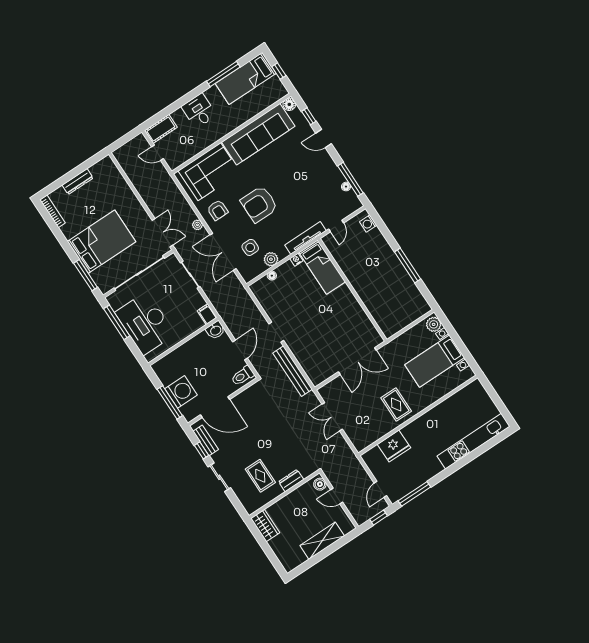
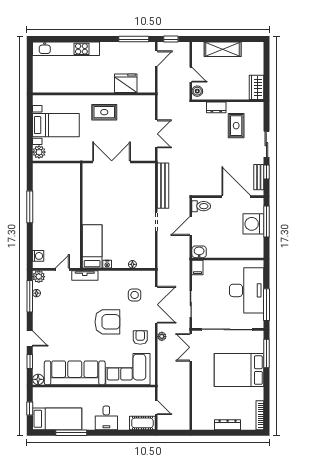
tv unit: (305, 238) -> (85, 275), width x0.71
plant: (271, 259) -> (39, 277), moved
rug: (396, 405) -> (104, 112), turned 90

